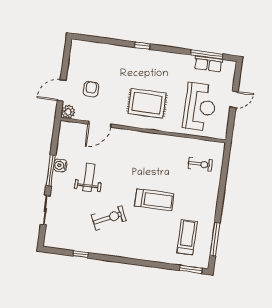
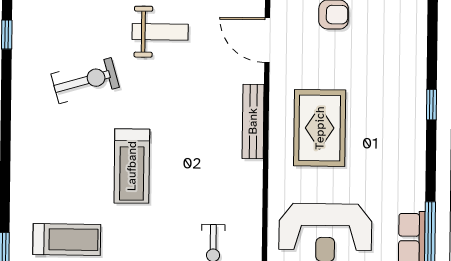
bench: (140, 136) -> (253, 121), added
exercise bike: (109, 218) -> (85, 81), turned -81

